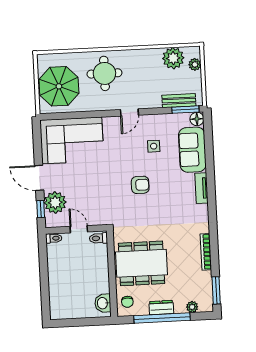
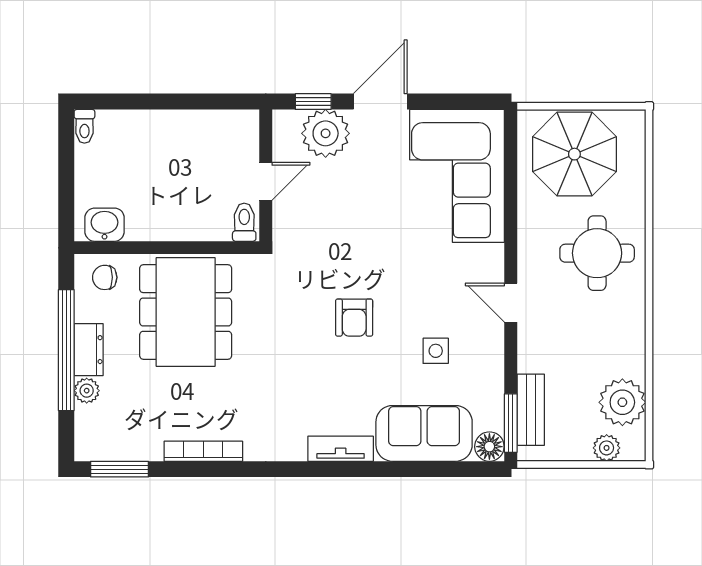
toilet: (54, 238) -> (84, 126), moved
plant: (192, 307) -> (87, 391), moved

